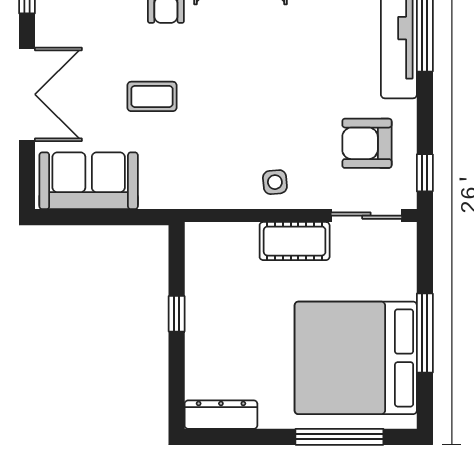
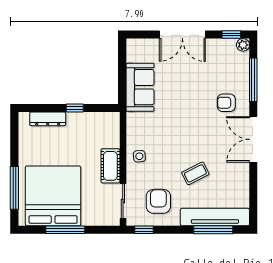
coffee table: (152, 96) -> (195, 173), moved, turned 63
sofa: (89, 181) -> (140, 87), moved
dresser: (221, 415) -> (48, 119), moved, turned 90

